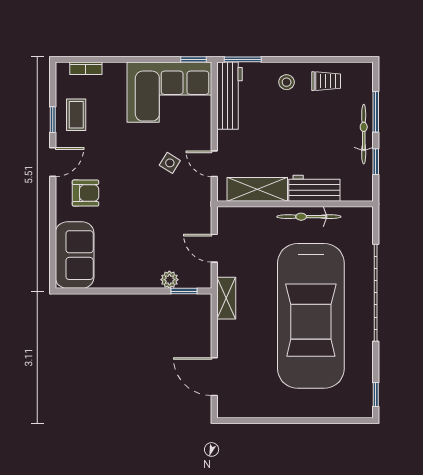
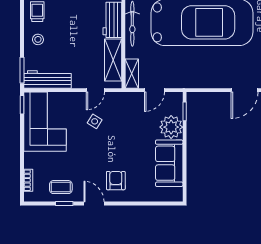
sofa: (75, 255) -> (169, 163), moved, turned -90
plant: (169, 280) -> (171, 127), width x1.88, depth x1.88
shelving: (226, 298) -> (132, 74), moved, turned 90

